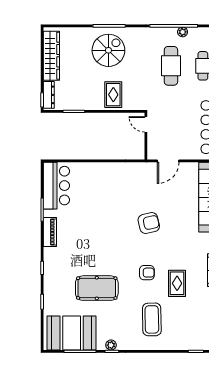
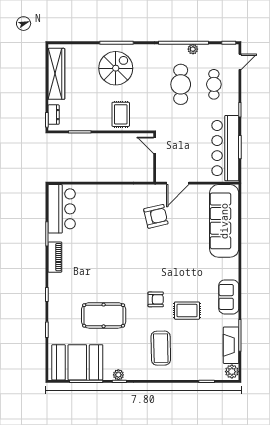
dresser: (49, 95) -> (54, 115), width x0.70
armchair: (149, 223) -> (156, 216), moved
rug: (177, 283) -> (187, 311), turned 90

